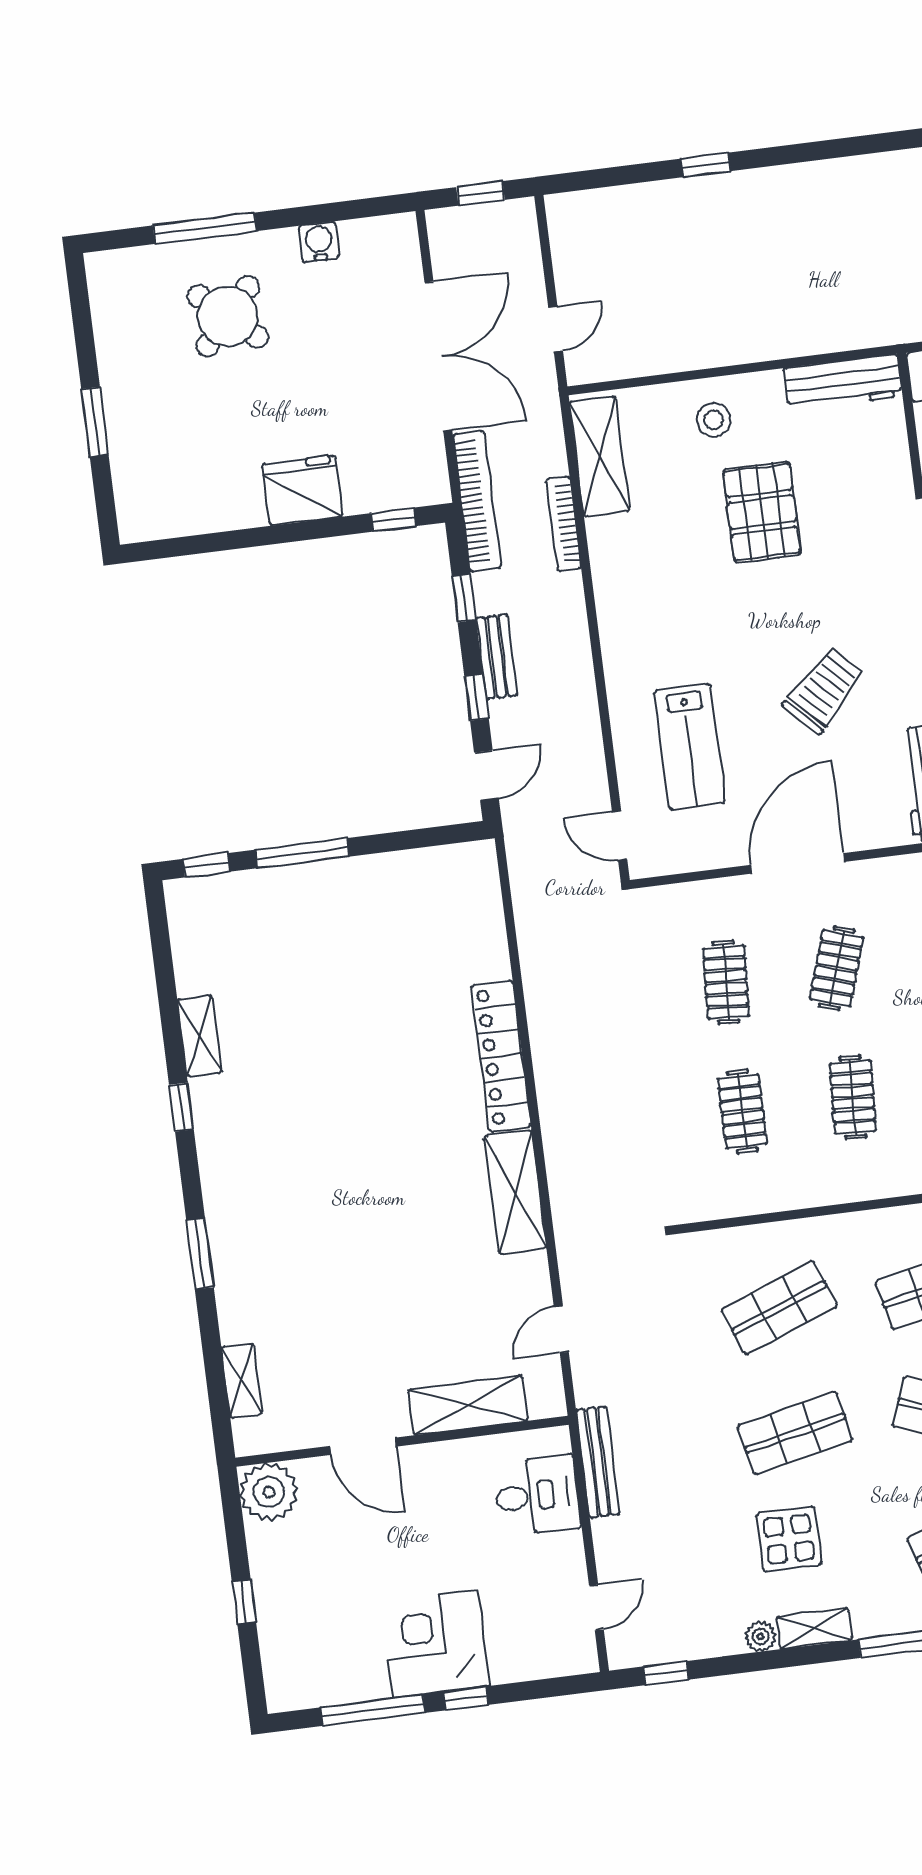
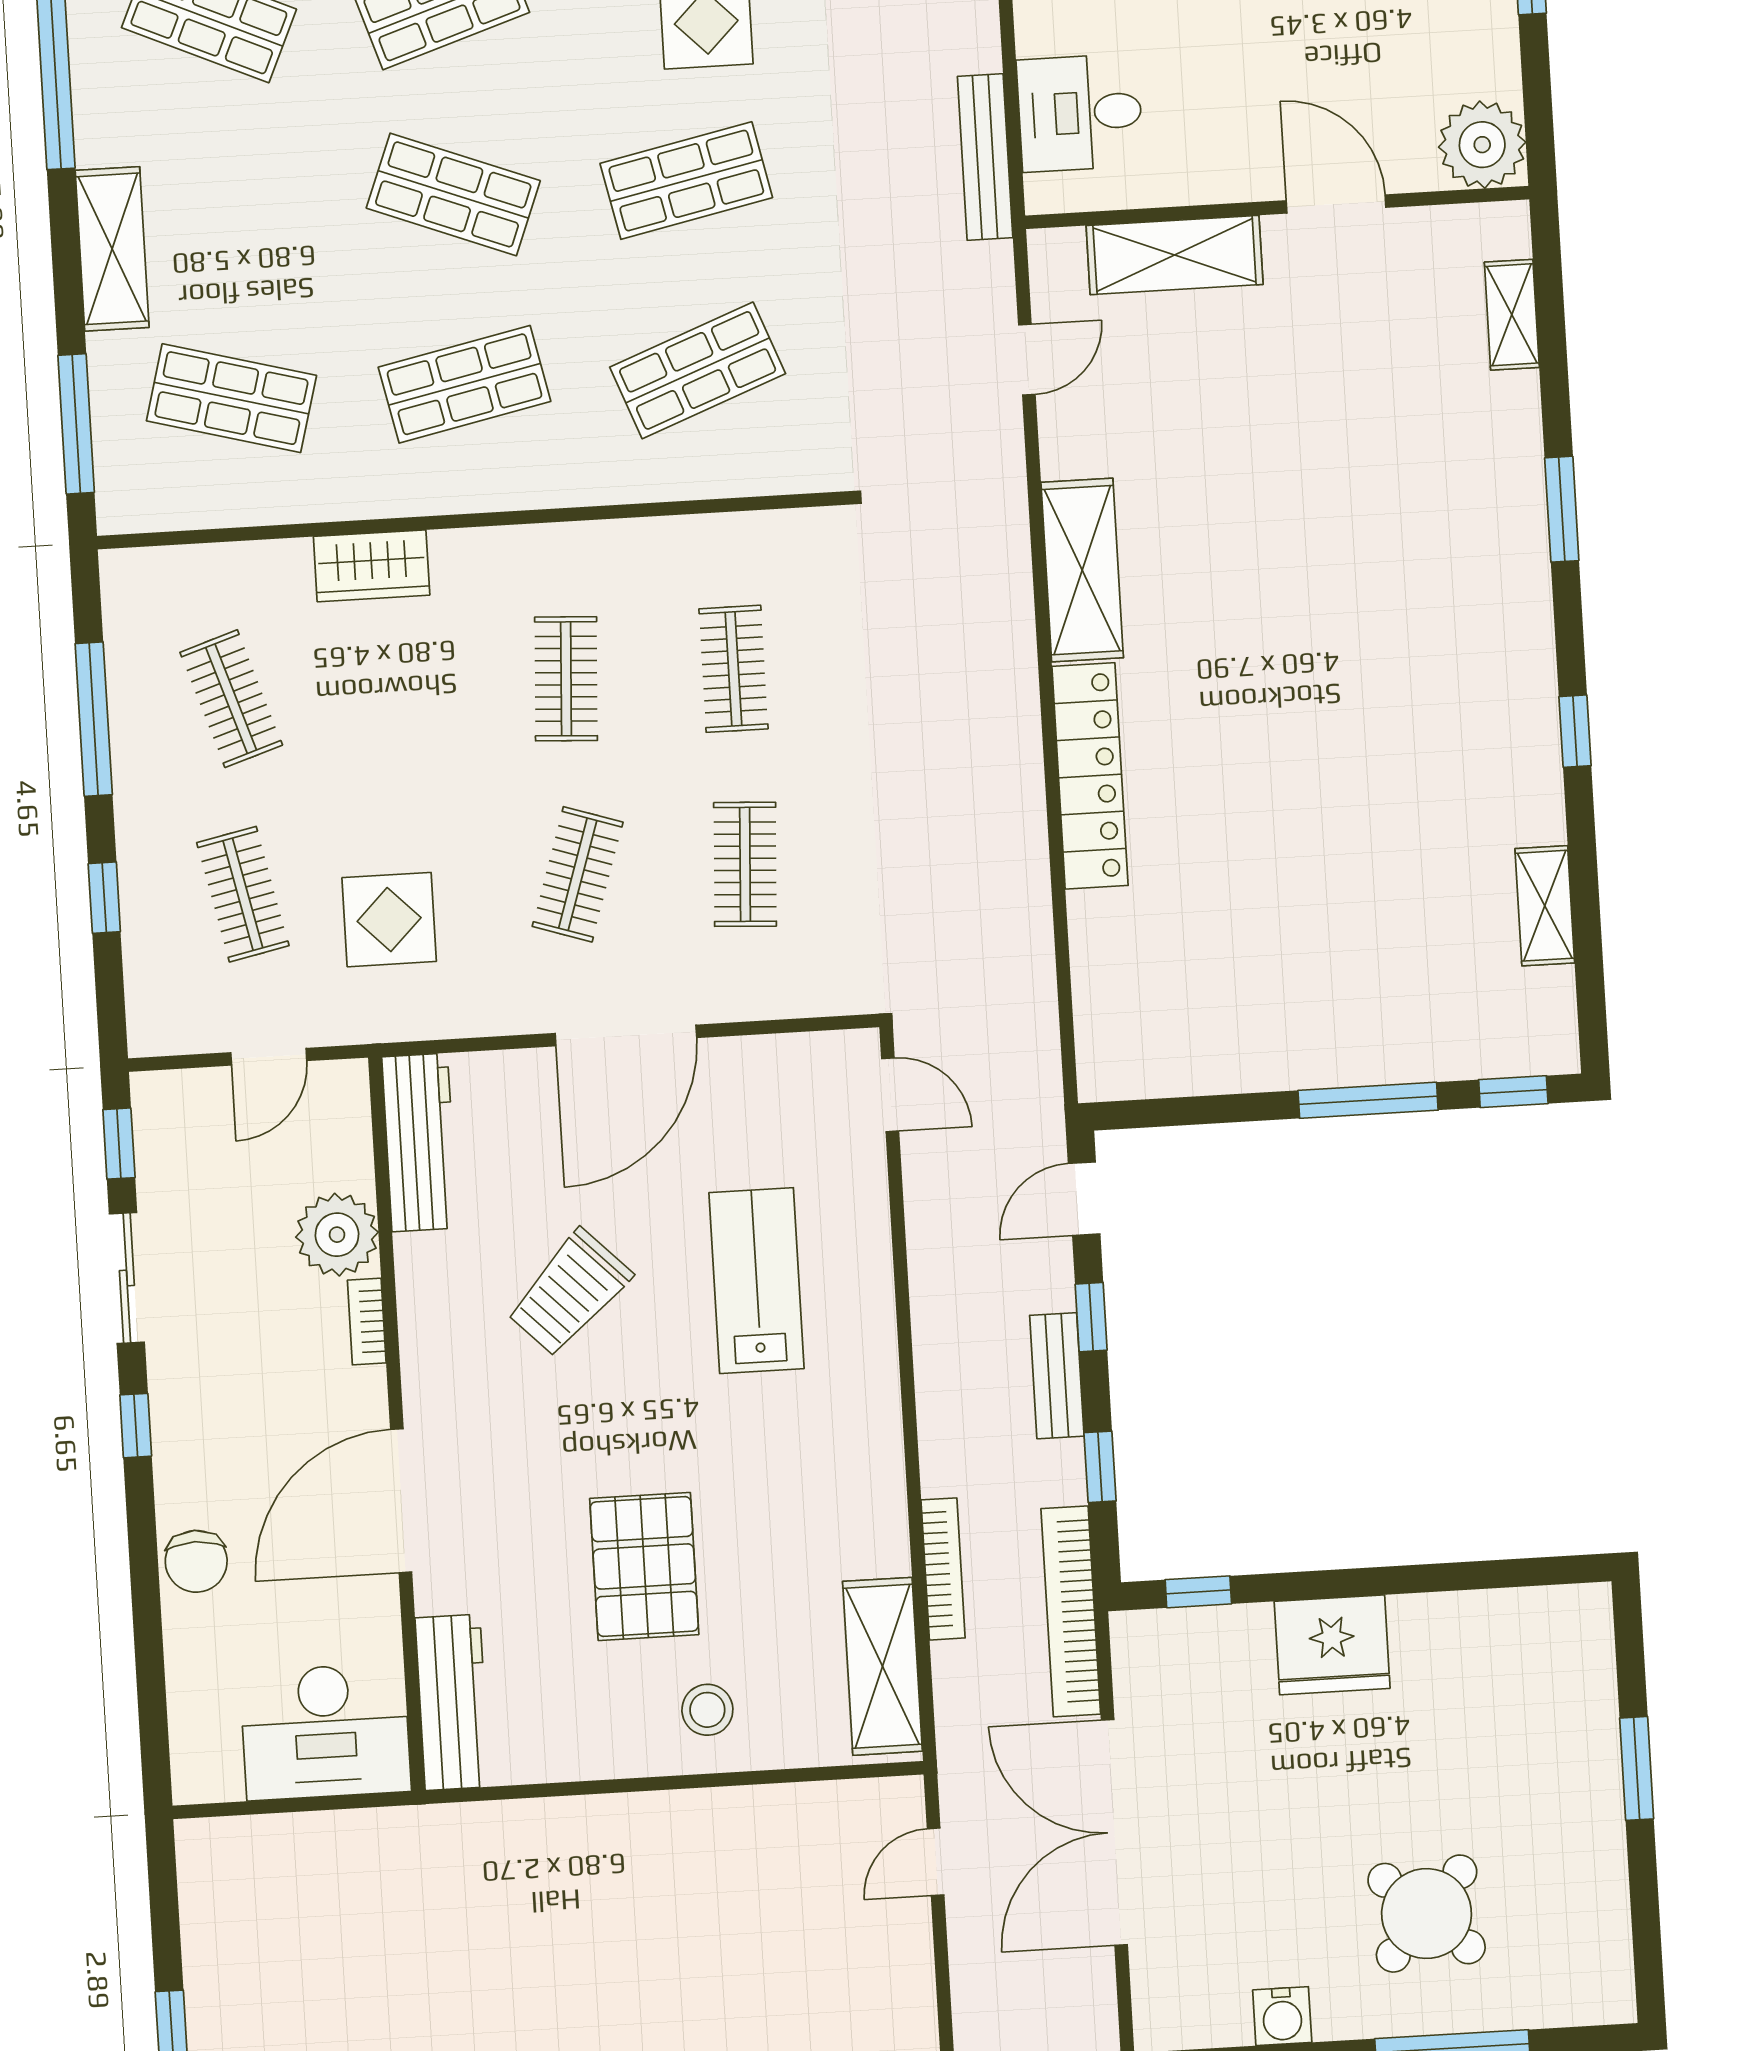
workbench: (843, 382) -> (452, 1702), moved, turned 90
lab bench: (690, 747) -> (757, 1281), moved
shelving: (200, 1036) -> (1545, 906), moved

